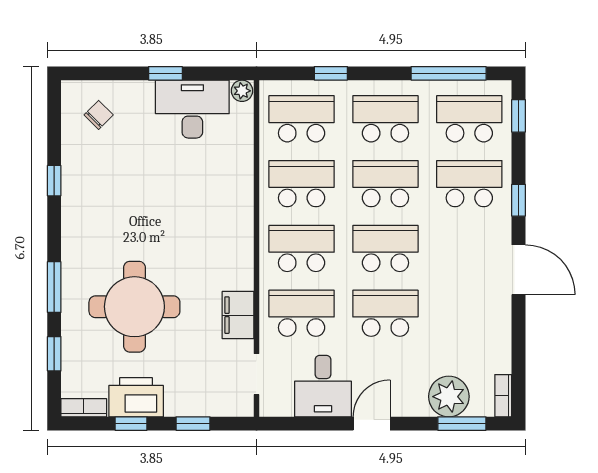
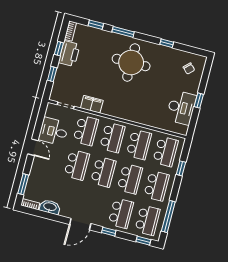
plant: (242, 91) -> (183, 130), removed
round table: (134, 307) -> (131, 63), moved
washbasin: (498, 349) -> (50, 207), added
plant: (449, 397) -> (36, 182), removed

